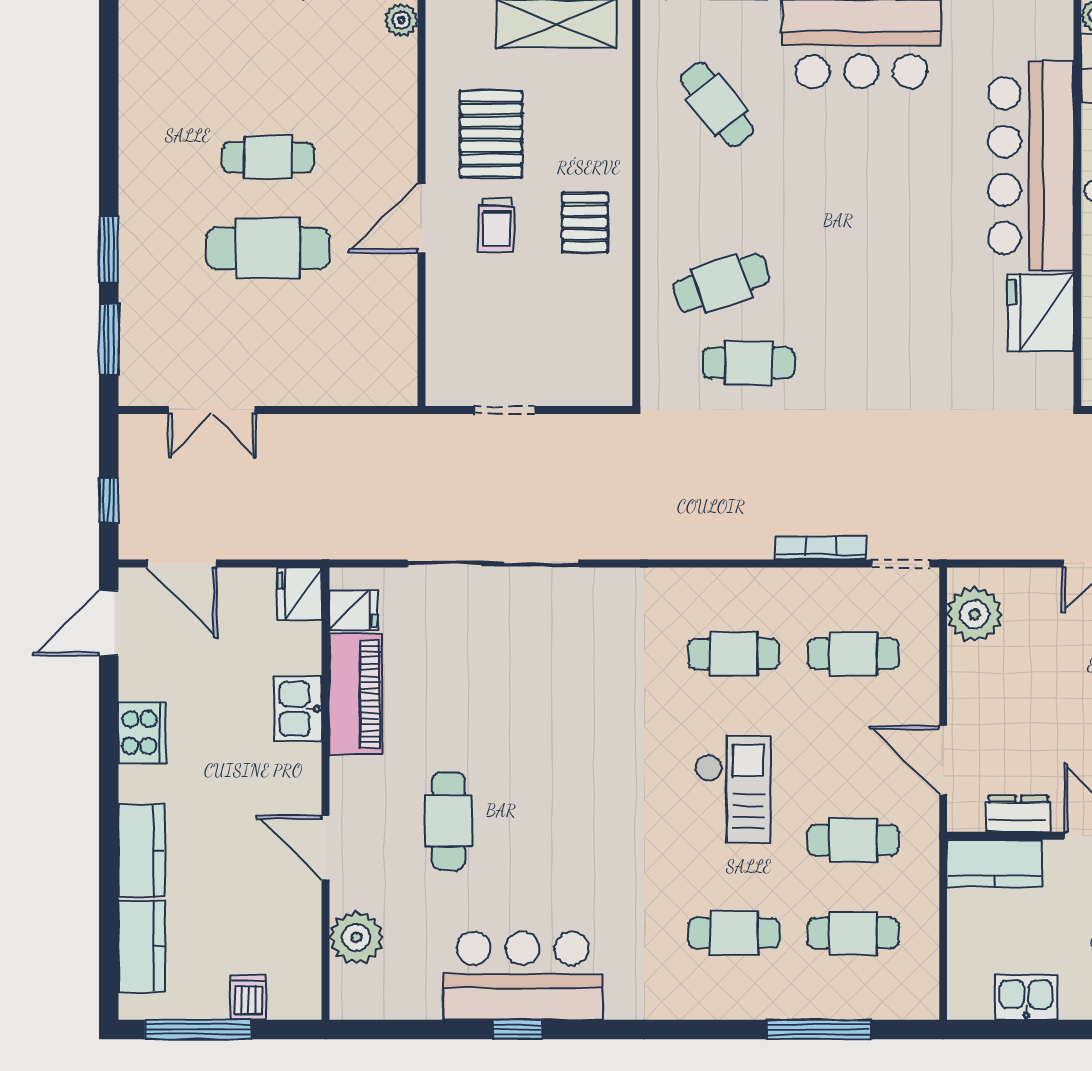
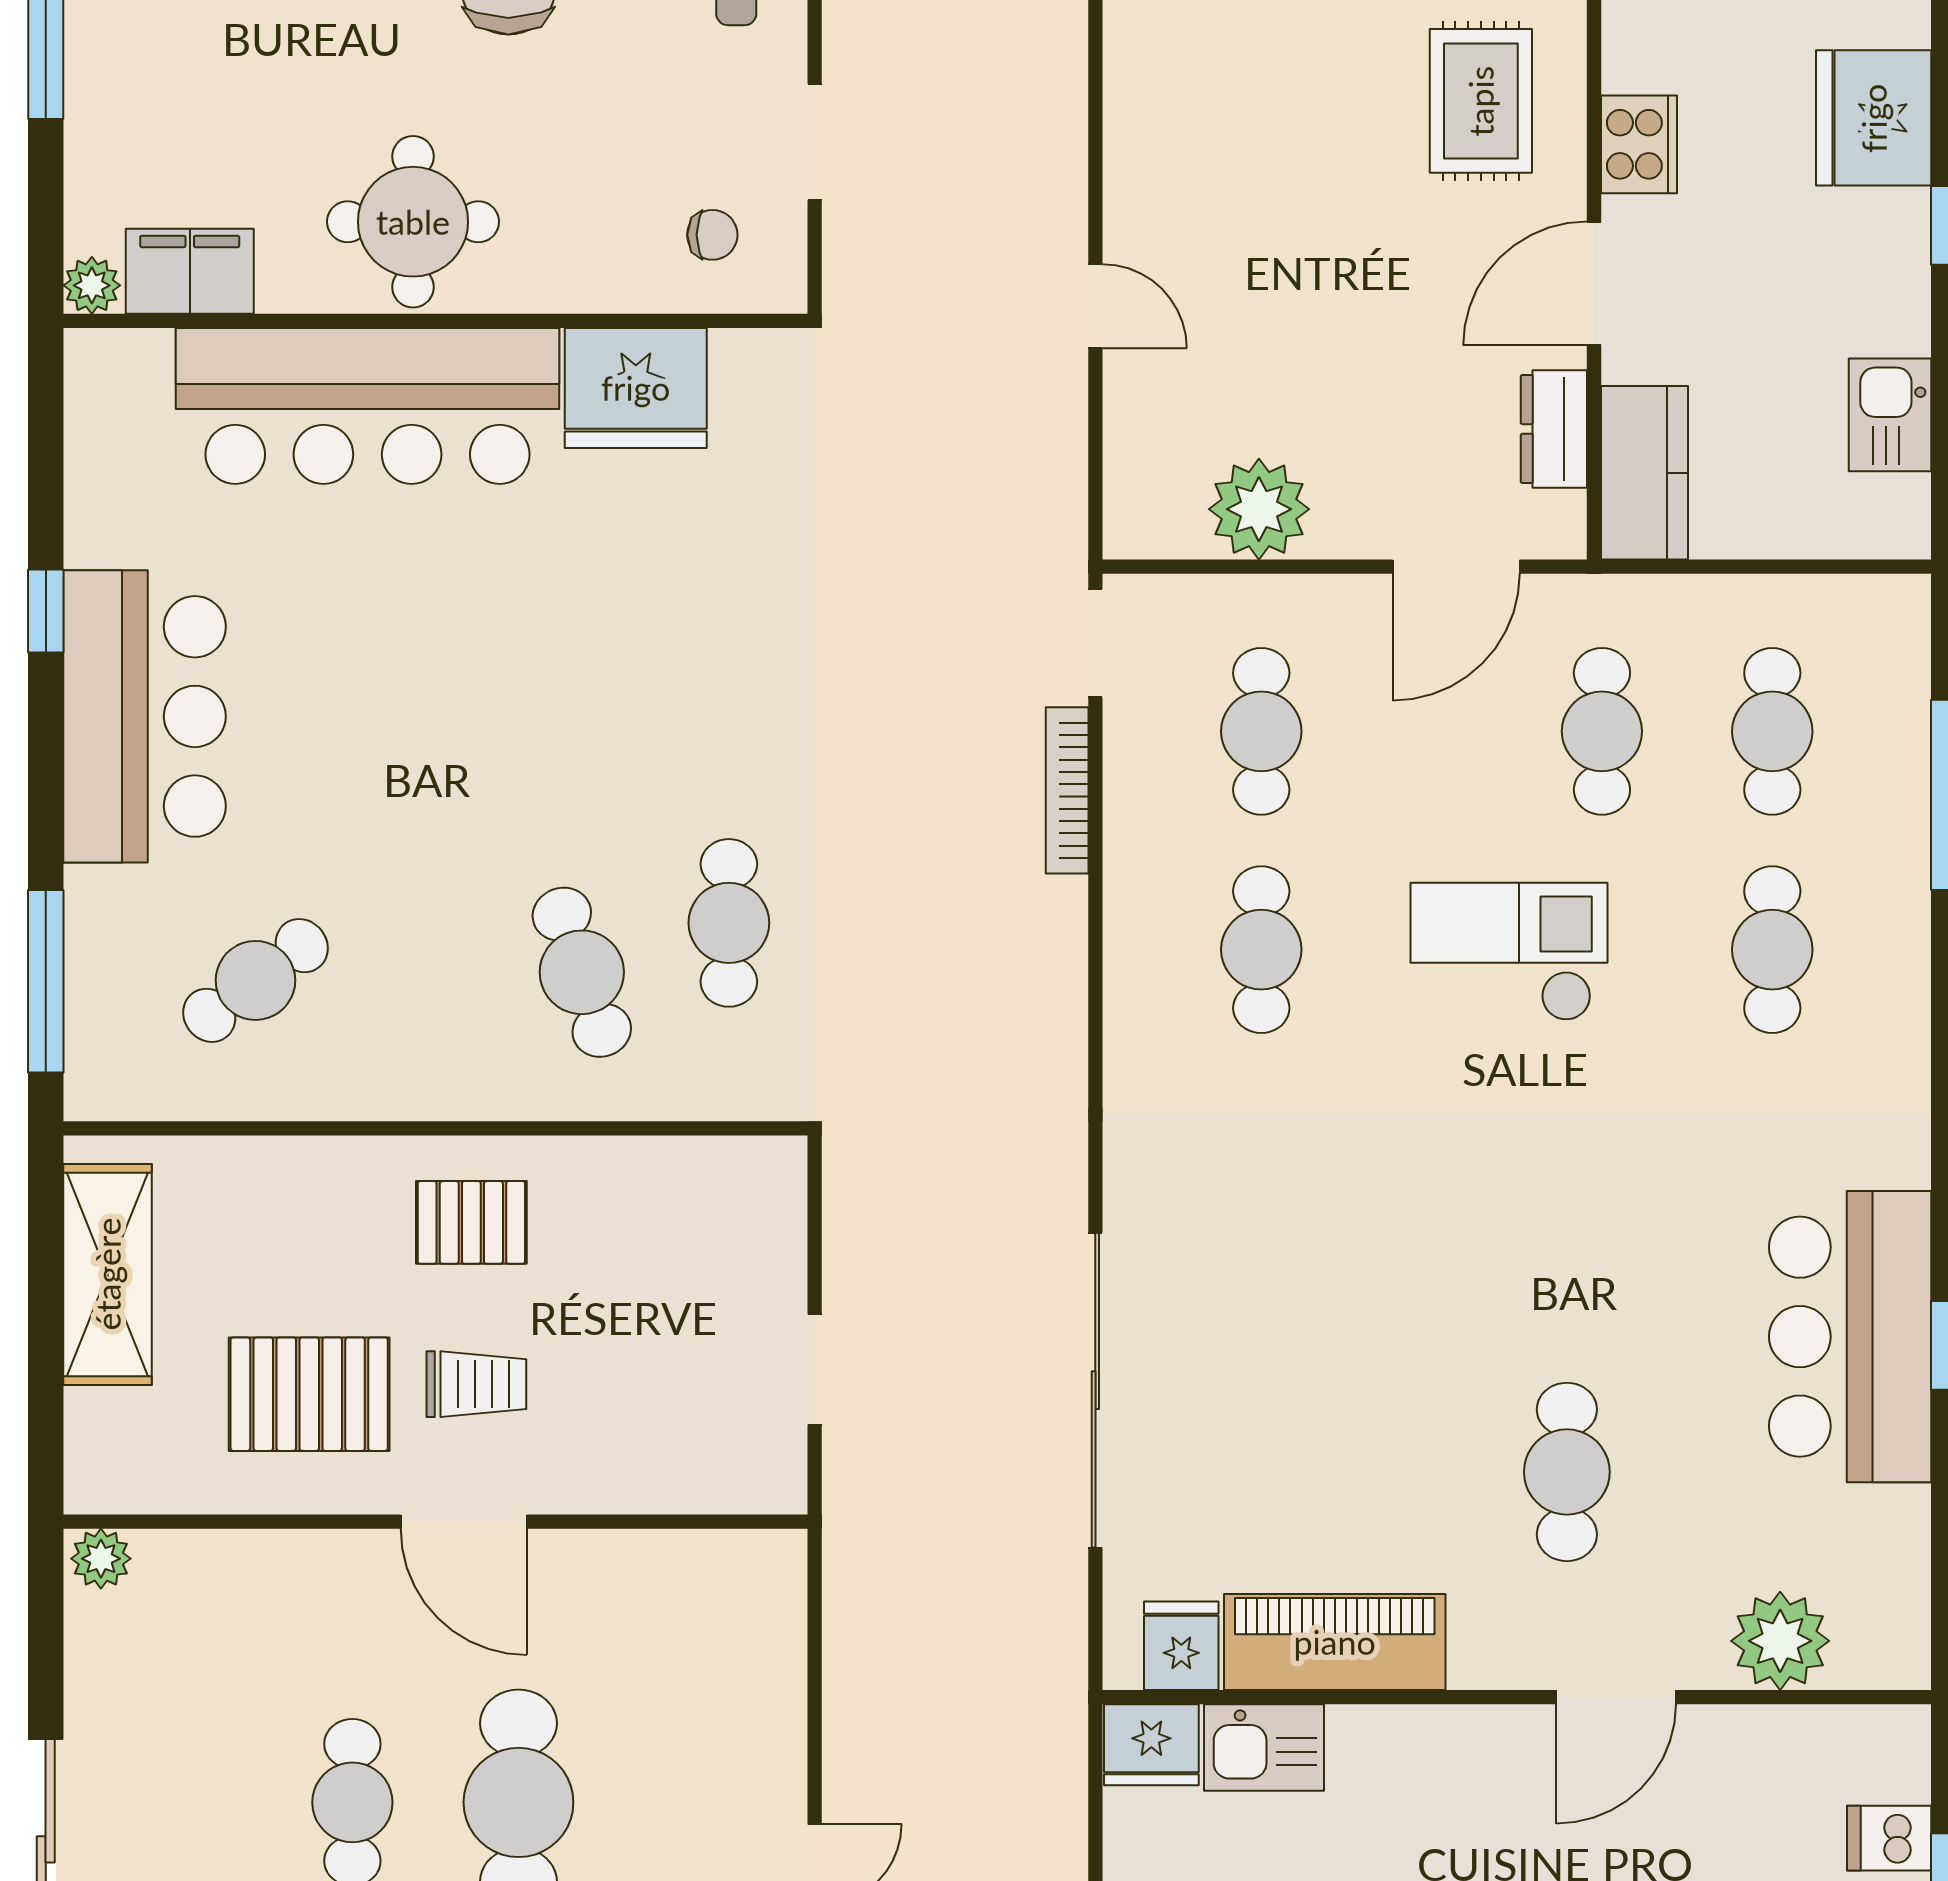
plant: (975, 614) -> (1259, 509), moved
kitchen sink: (298, 709) -> (1264, 1747), moved
cafe table: (449, 821) -> (1567, 1472), turned 90

